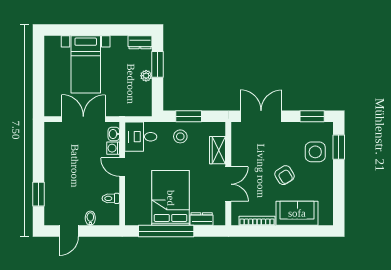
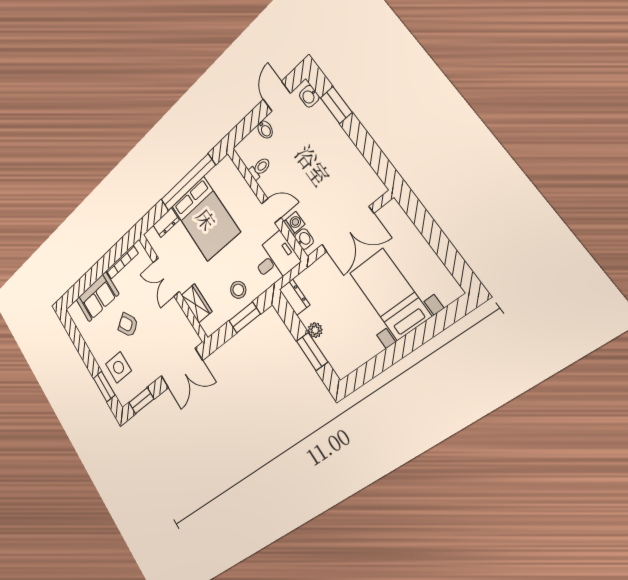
dresser: (140, 42) -> (295, 297), moved, turned 90
washbasin: (50, 213) -> (309, 96), added

